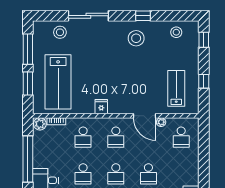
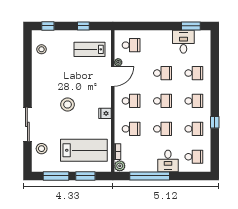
window: (143, 16) -> (27, 78), removed
stool: (136, 38) -> (68, 104), moved

